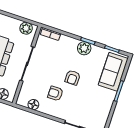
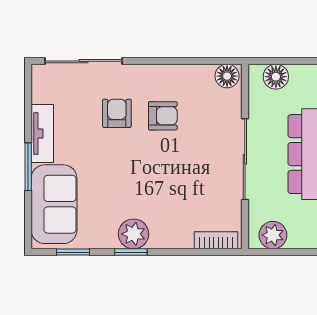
armchair: (73, 78) -> (117, 113), moved
tv unit: (108, 103) -> (42, 134), added
floor lamp: (33, 105) -> (227, 76), moved

